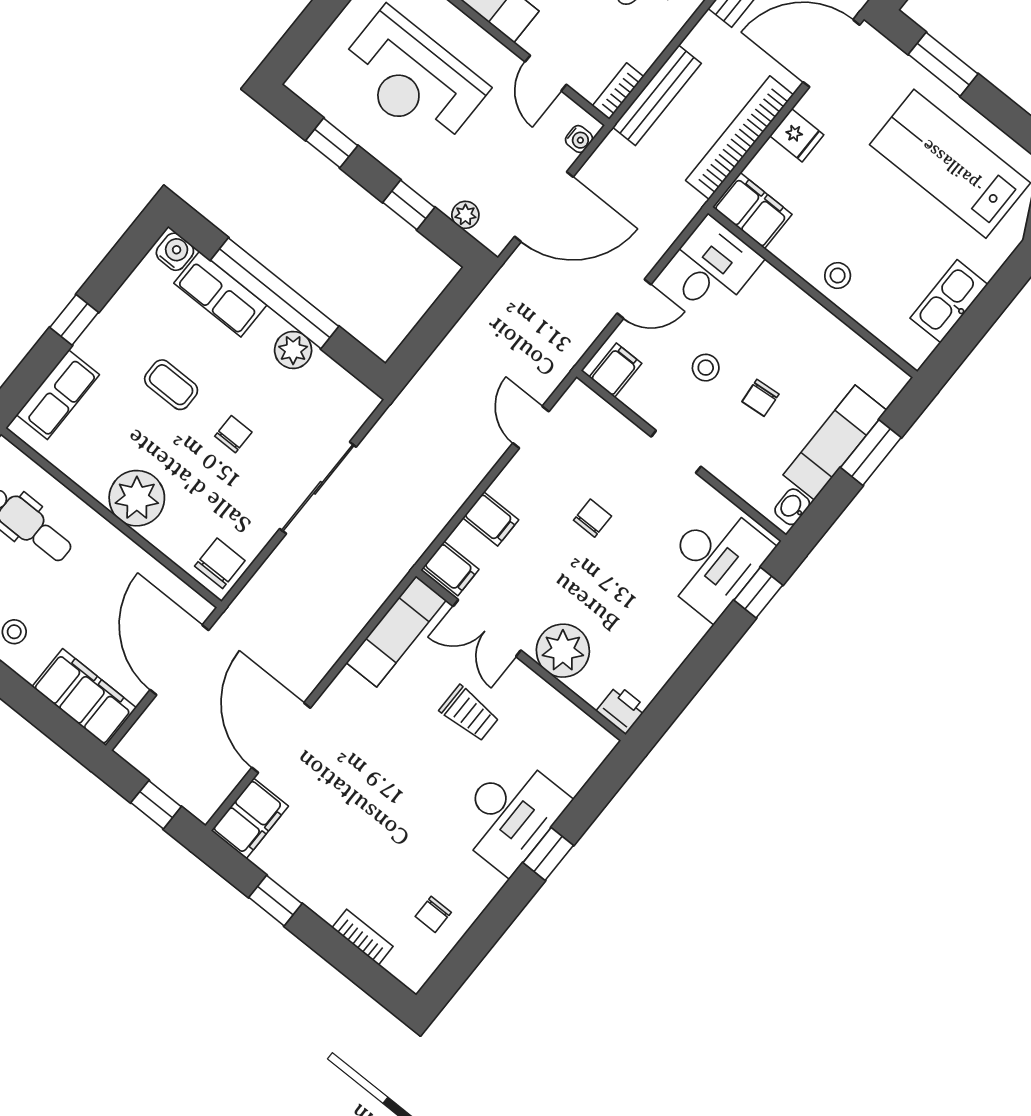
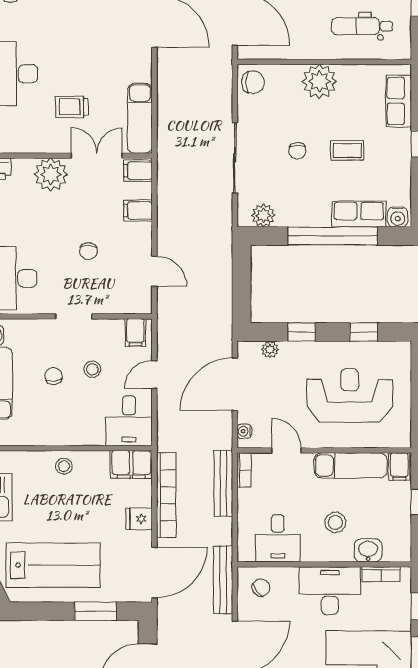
plant: (293, 350) -> (263, 215), moved
chair: (220, 563) -> (253, 82), turned -90

